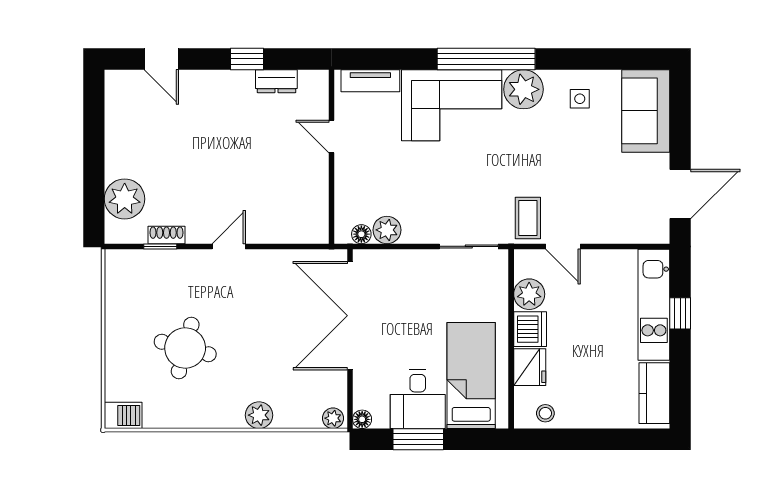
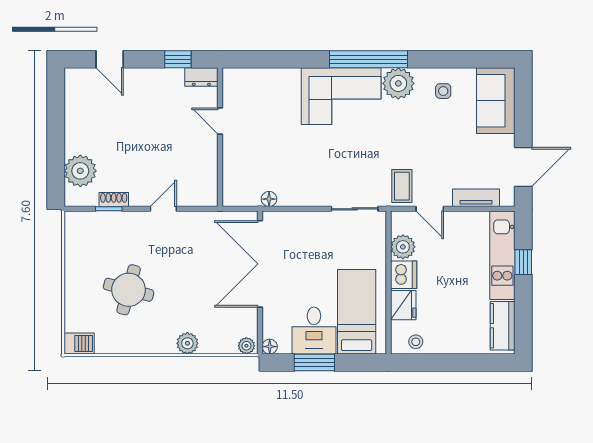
tv unit: (370, 81) -> (476, 198), moved, turned 180
door: (332, 136) -> (220, 121), moved
wall: (332, 157) -> (220, 137), moved
plant: (387, 230) -> (289, 196), removed

